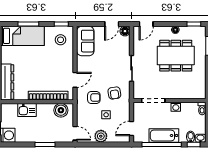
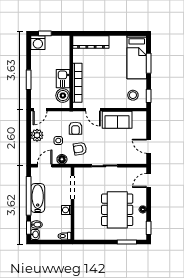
door: (146, 24) -> (149, 180), hinge flipped
floor lamp: (125, 31) -> (62, 159), moved
sofa: (85, 41) -> (117, 120), moved
kitchen sink: (27, 110) -> (63, 79), moved
door: (132, 128) -> (45, 166), hinge flipped

